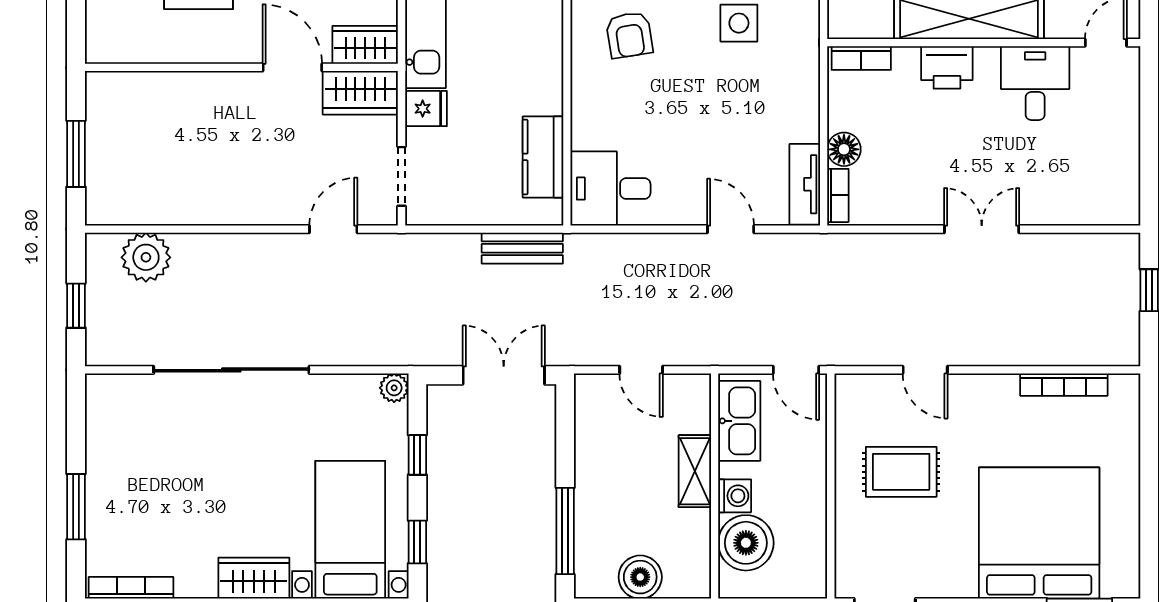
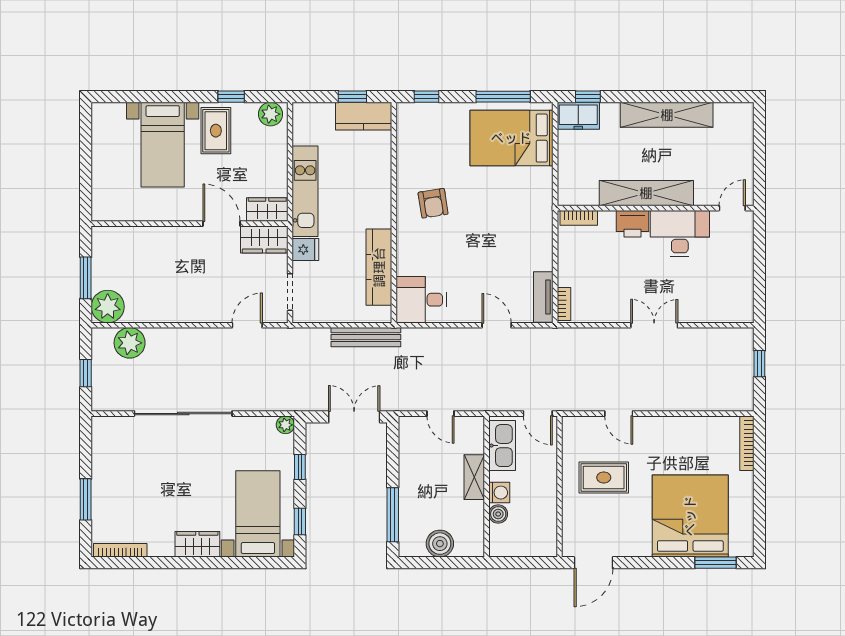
side table: (739, 23) -> (502, 196), removed
desk: (1035, 83) -> (680, 234), width x1.37
floor lamp: (844, 149) -> (568, 275), removed
kitchen counter: (543, 157) -> (379, 267), width x1.50
plant: (111, 200) -> (108, 307), added
bench: (522, 248) -> (366, 337), width x1.36
bookcase: (1064, 385) -> (747, 443), moved, turned 90
boiler: (746, 543) -> (498, 514), width x0.54, depth x0.54

